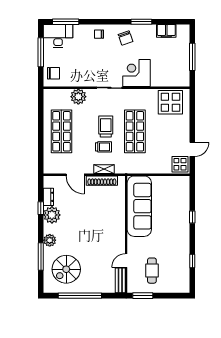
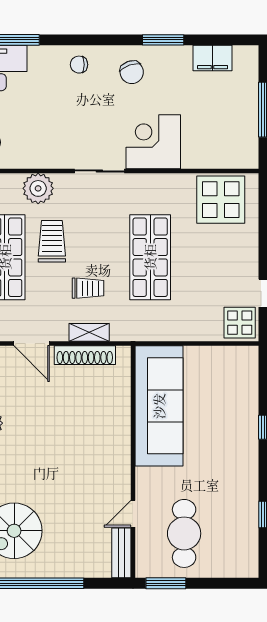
trolley: (106, 127) -> (52, 241), moved
cafe table: (152, 271) -> (184, 533), width x1.37, depth x1.35

